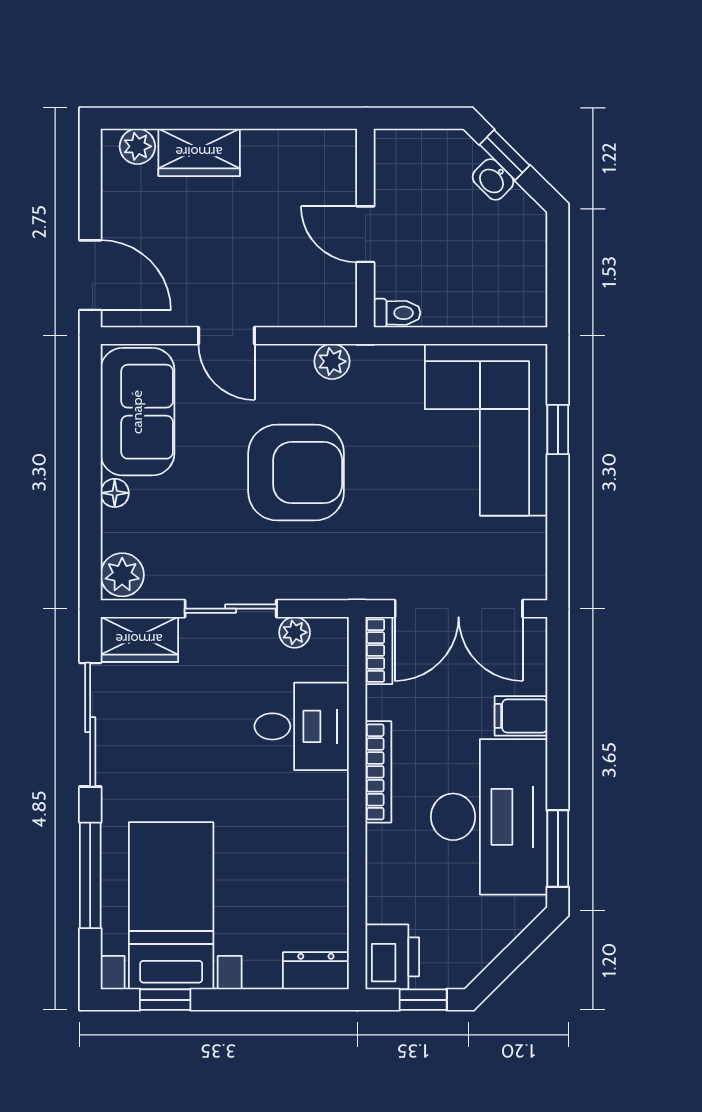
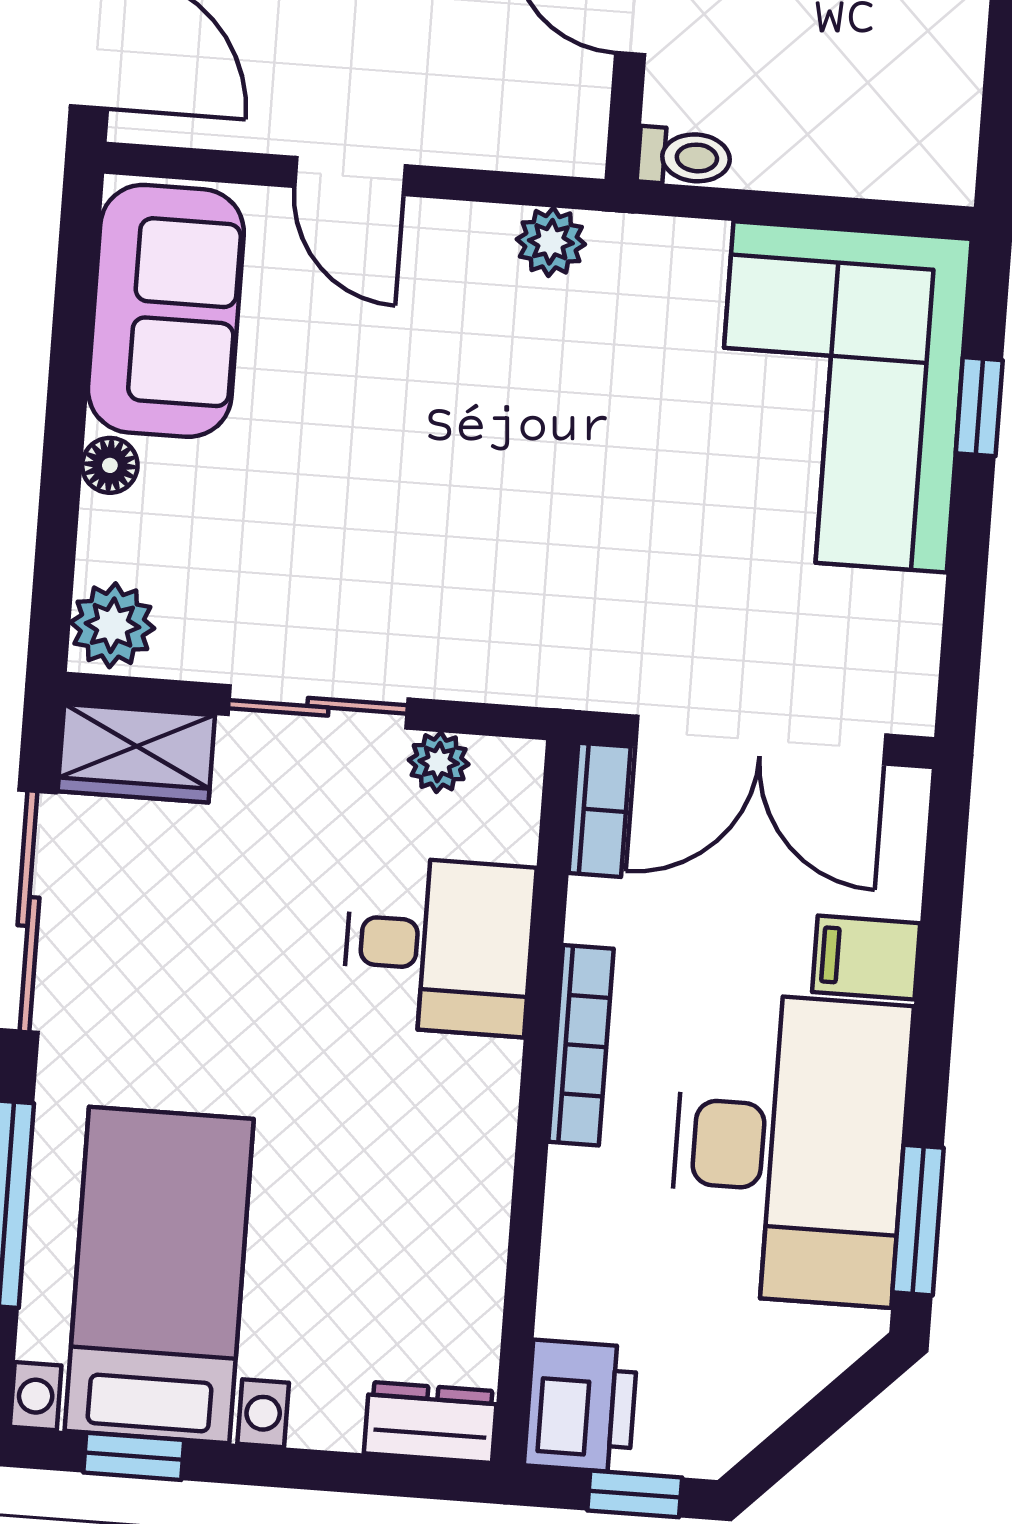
armchair: (296, 473) -> (465, 452), removed

